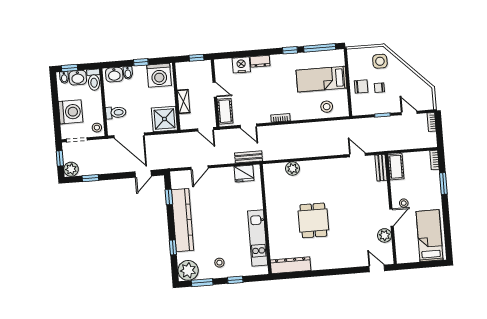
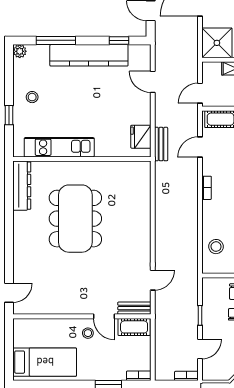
plant: (293, 169) -> (142, 198), removed
door: (392, 217) -> (104, 316), moved
dining table: (313, 220) -> (75, 219), width x1.88, depth x1.24
plant: (385, 235) -> (49, 306), removed
window: (173, 247) -> (56, 40), width x2.17
plant: (188, 270) -> (20, 51), width x0.53, depth x0.53
window: (202, 283) -> (9, 73), removed

